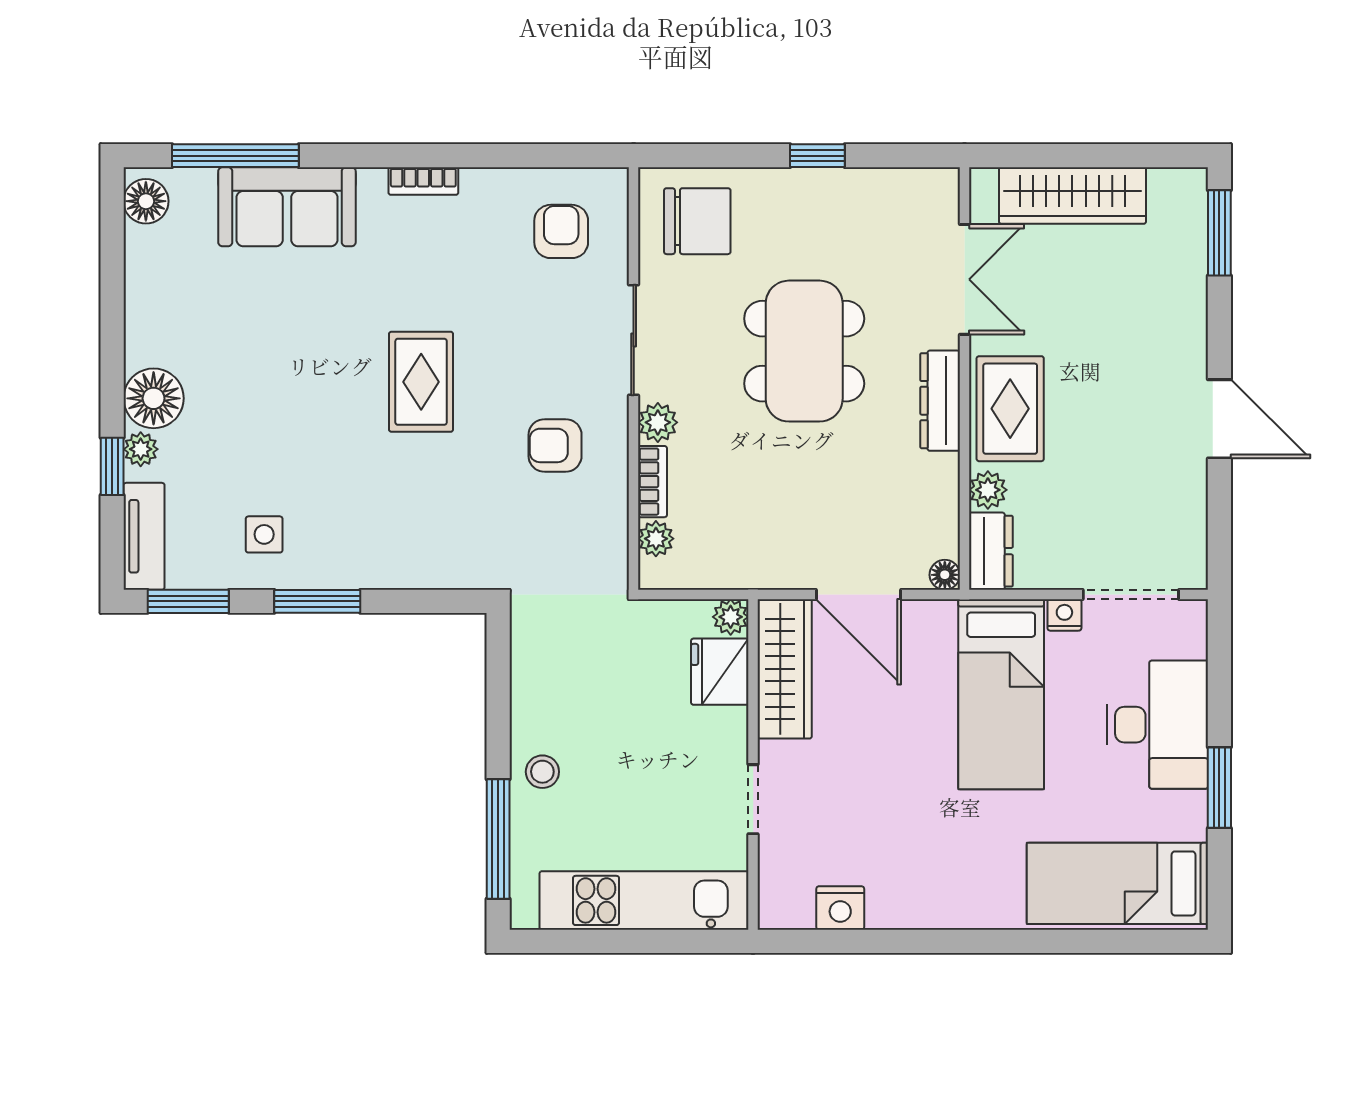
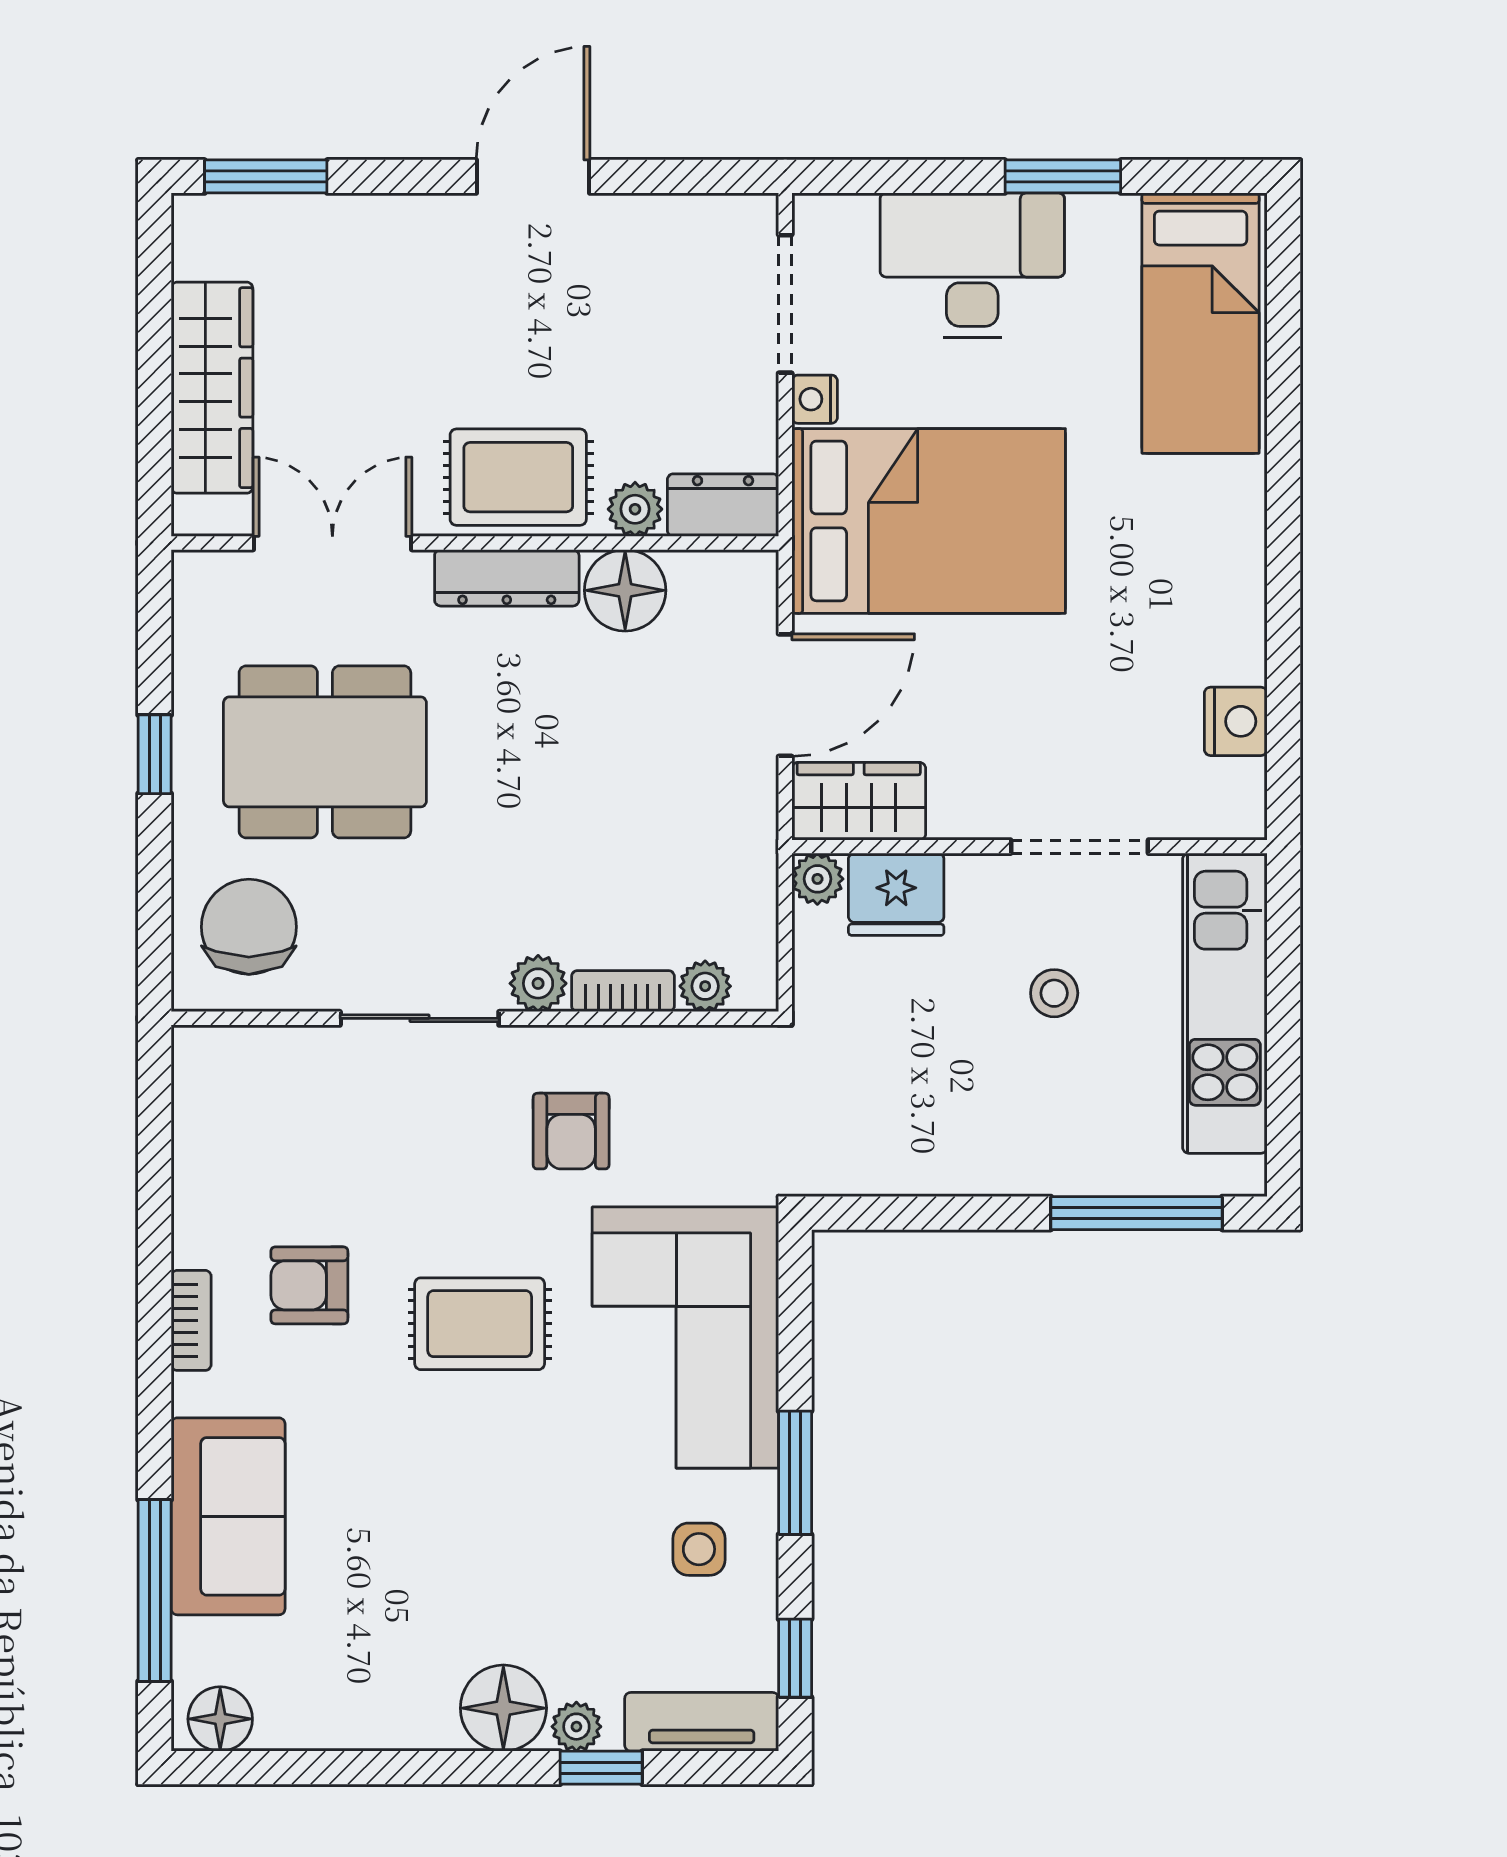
armchair: (561, 231) -> (309, 1285), moved
dining table: (804, 351) -> (325, 752), moved
corner sofa: (411, 525) -> (685, 1337), added
floor lamp: (945, 575) -> (625, 590), moved, width x1.89, depth x1.89
window: (188, 601) -> (795, 1658), width x0.67
wardrobe: (785, 669) -> (859, 801), width x0.67
bed: (1001, 694) -> (929, 521), width x1.50
stool: (542, 772) -> (1054, 993), moved
doorway: (753, 799) -> (1080, 847), width x1.38

